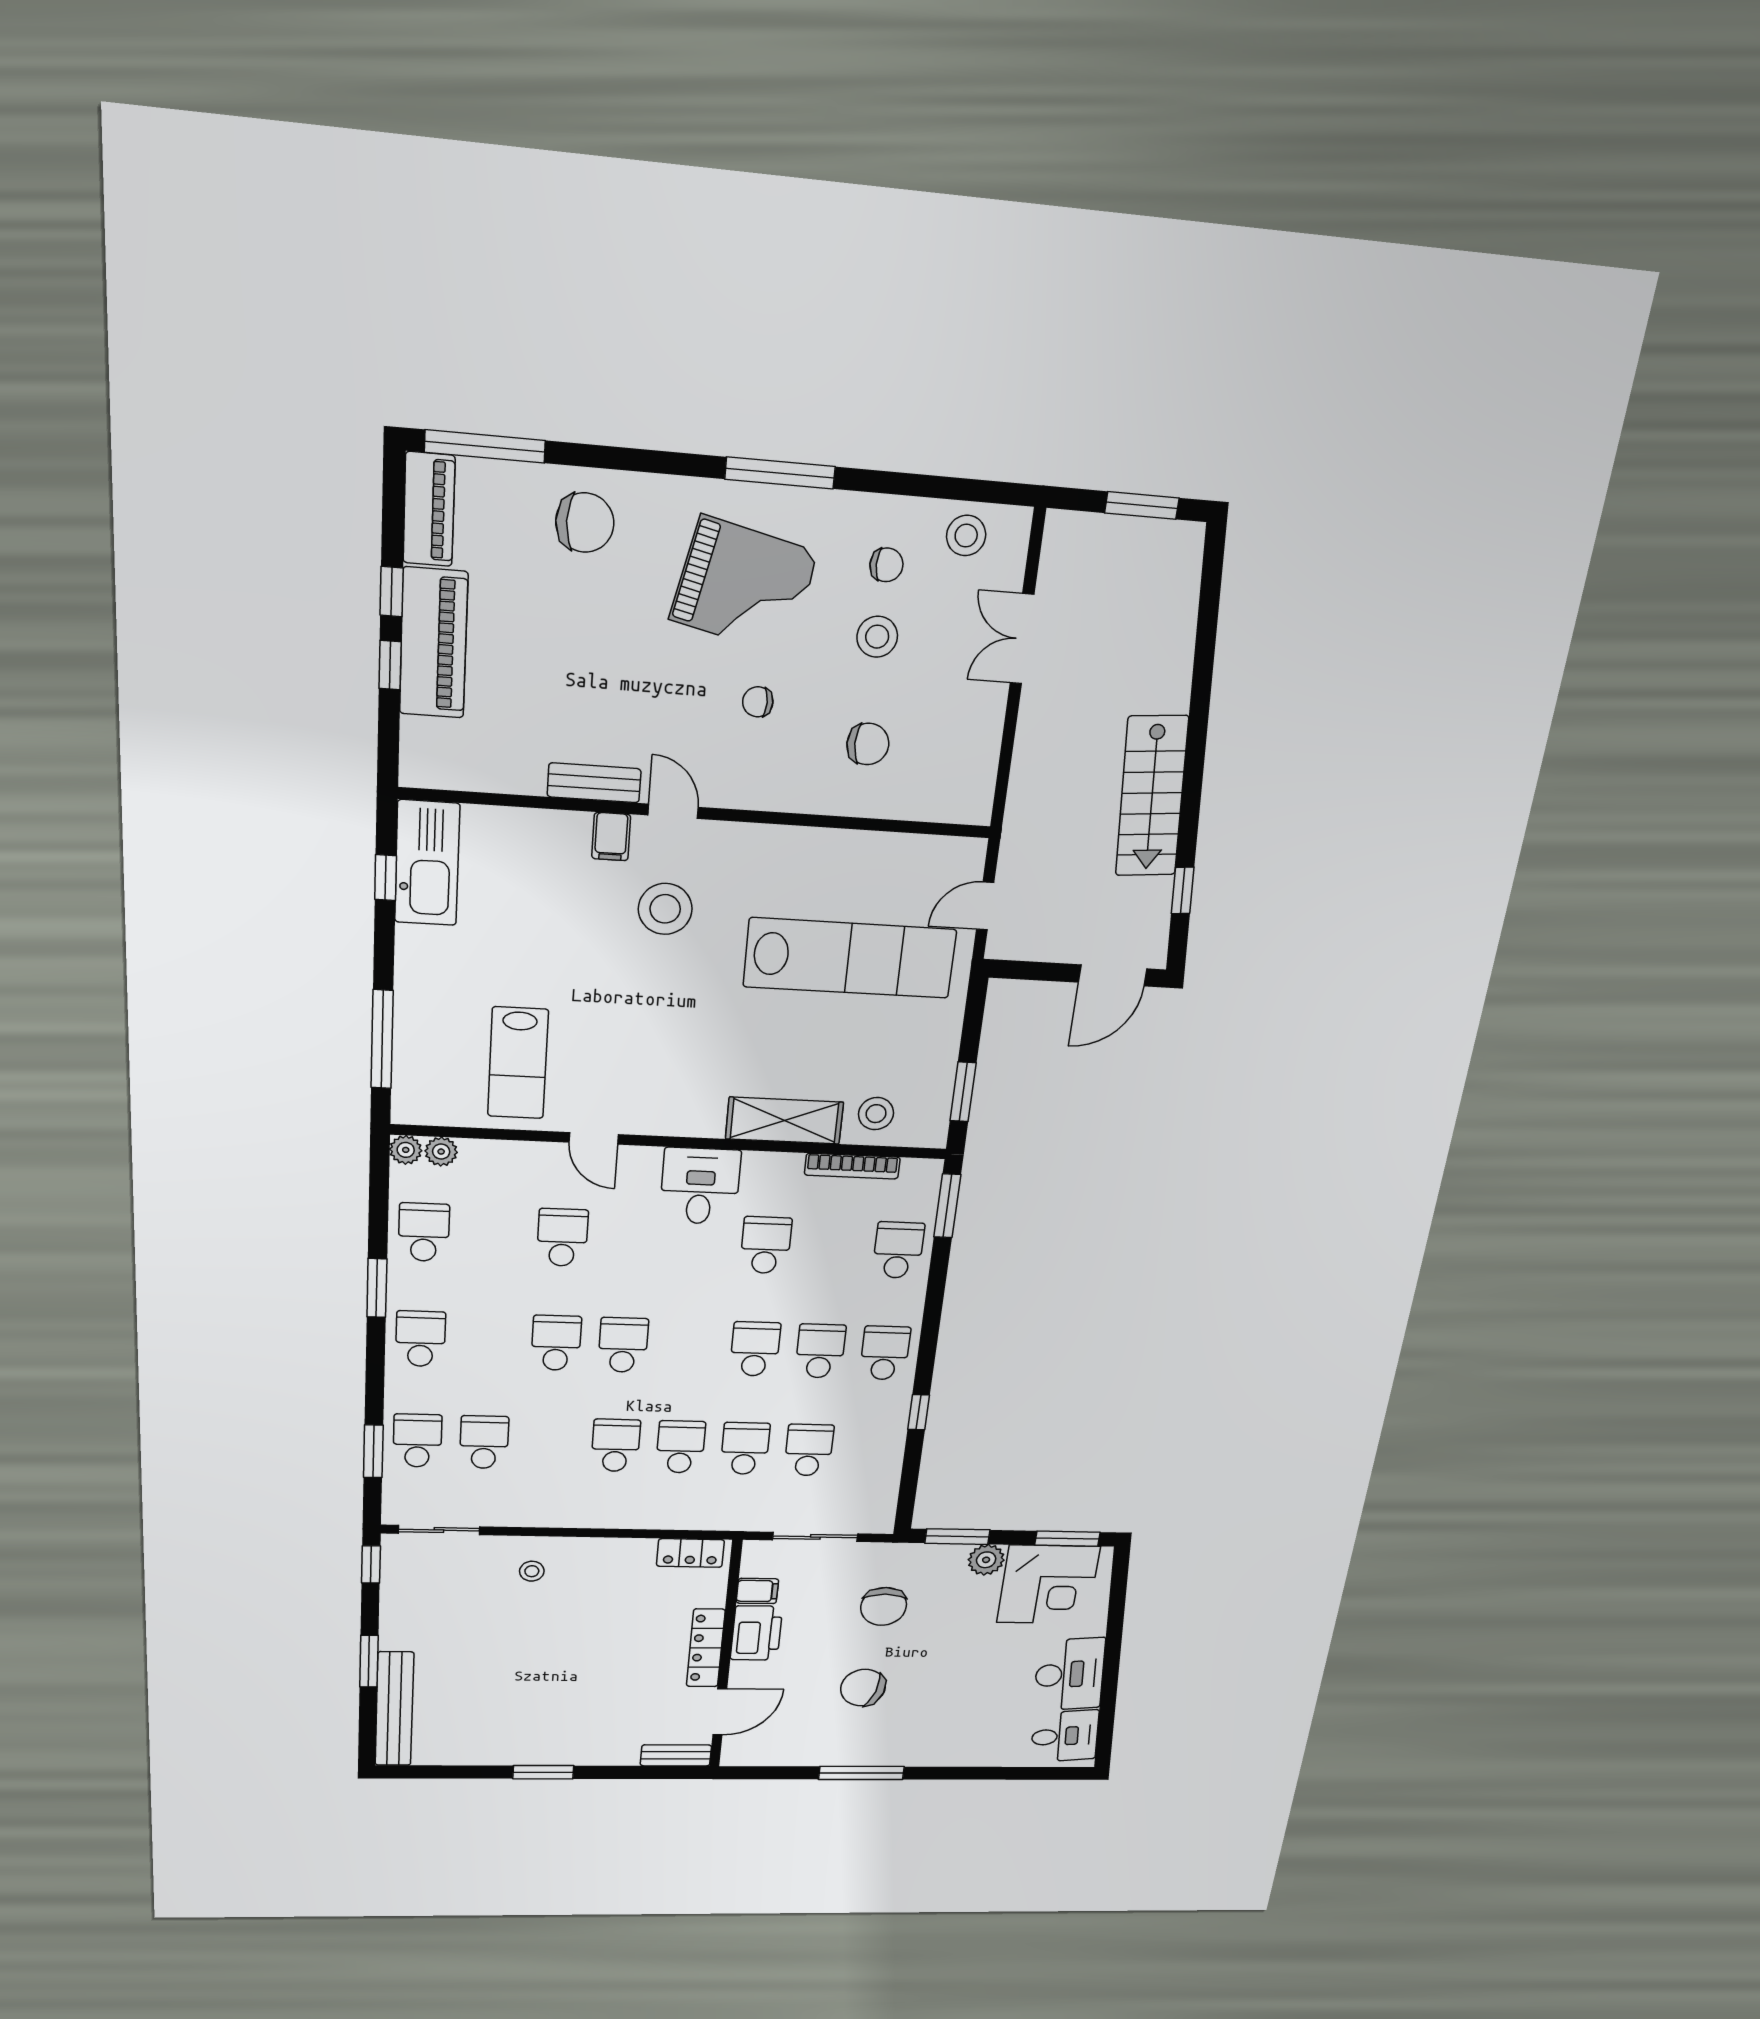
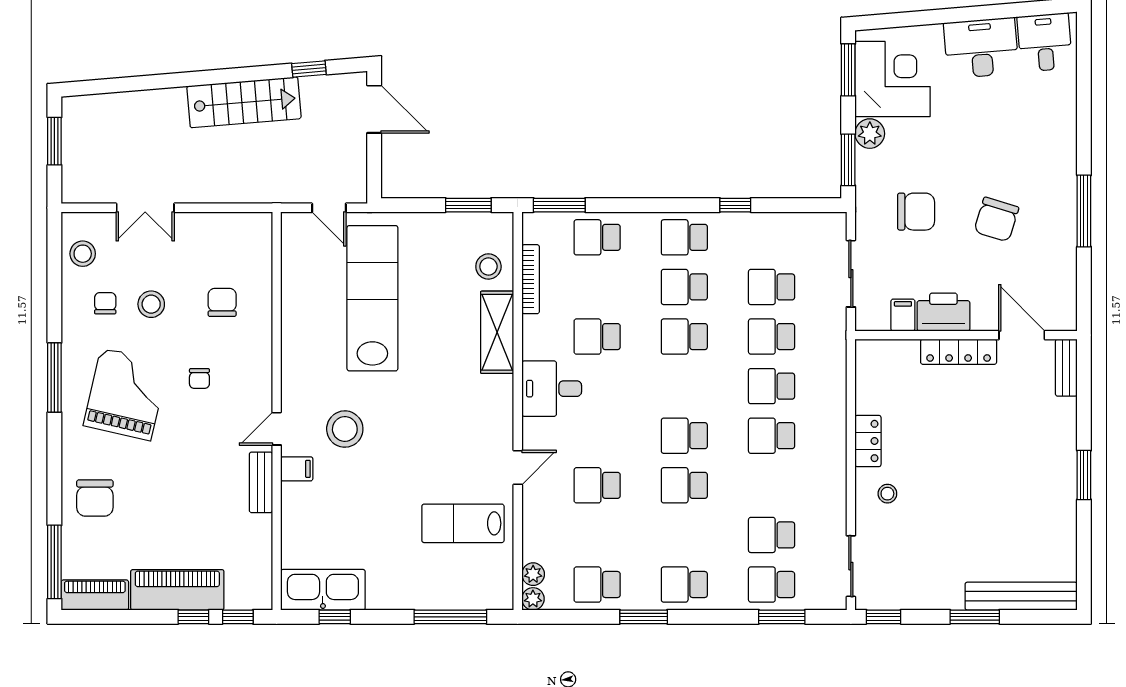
chair: (585, 523) -> (95, 498), turned 180
window: (392, 592) -> (238, 617), moved
lab bench: (518, 1063) -> (463, 523), turned 180
locker: (690, 1553) -> (868, 441), moved

